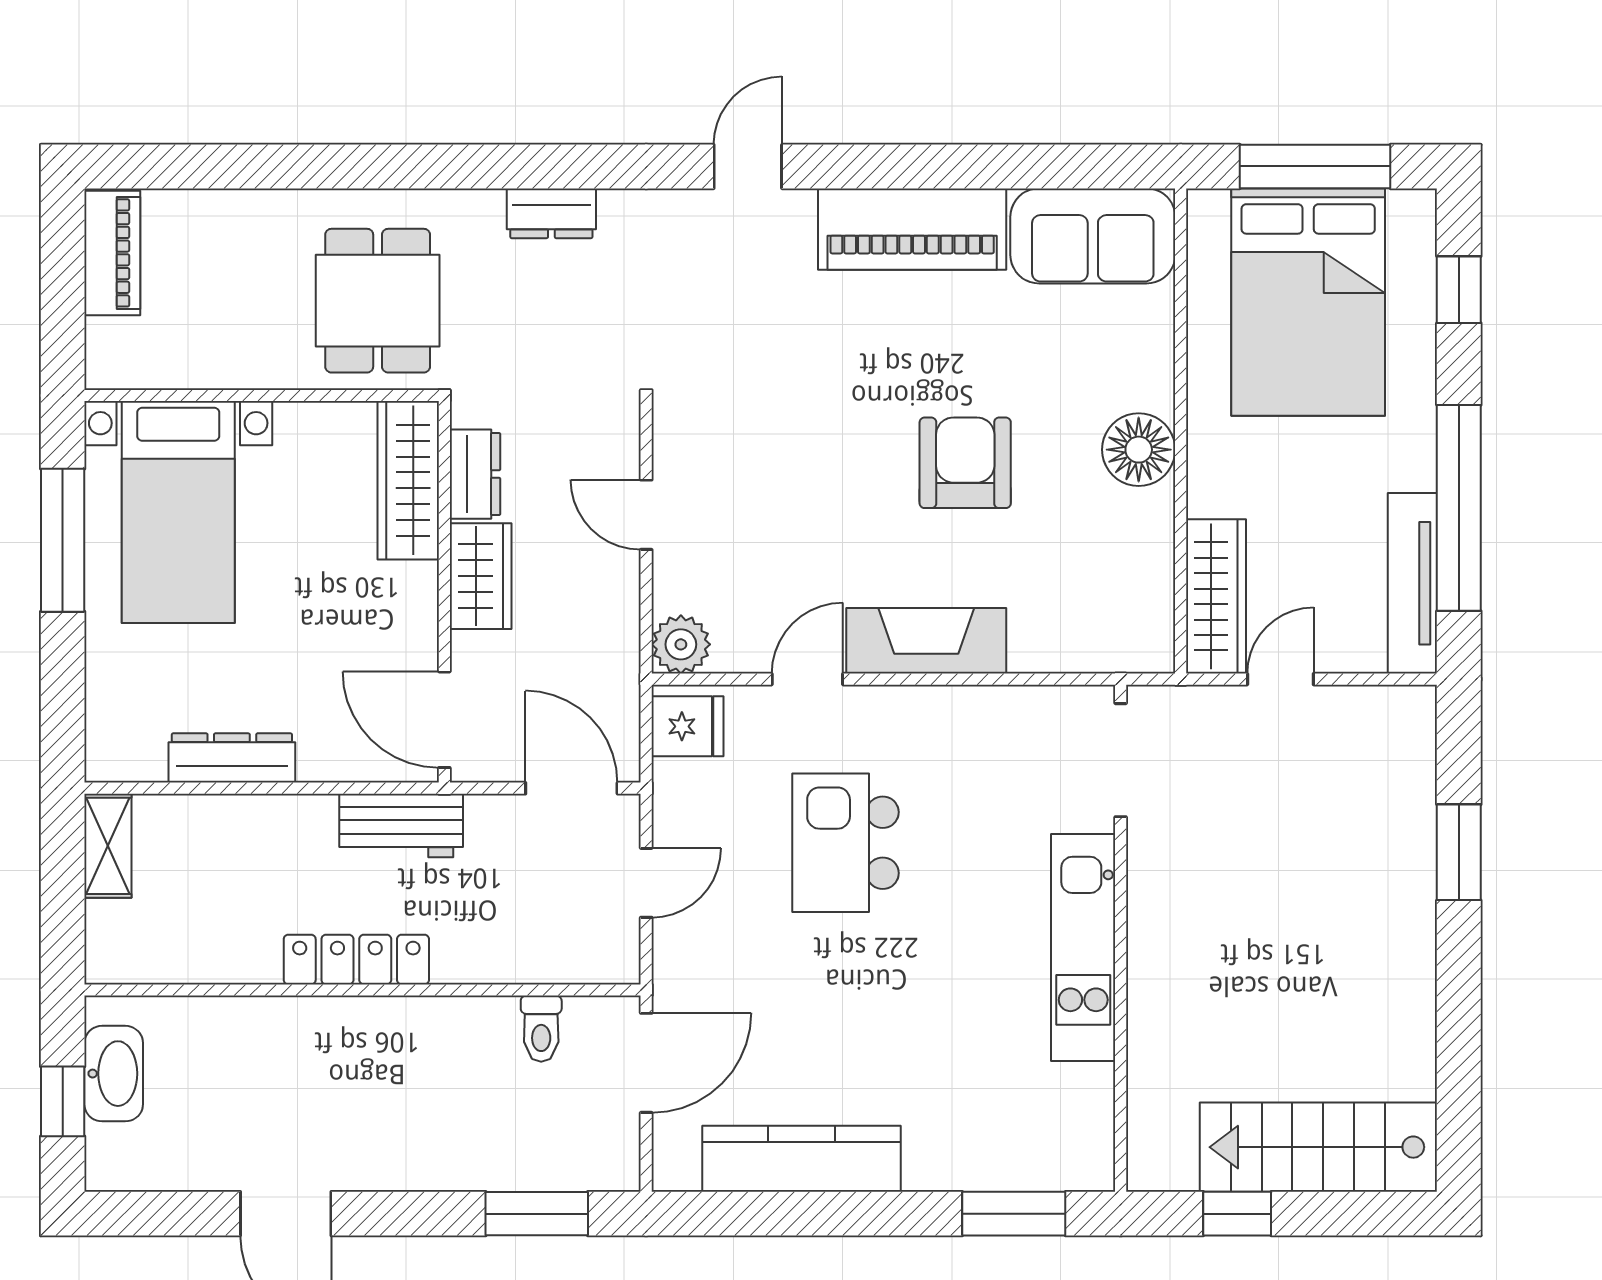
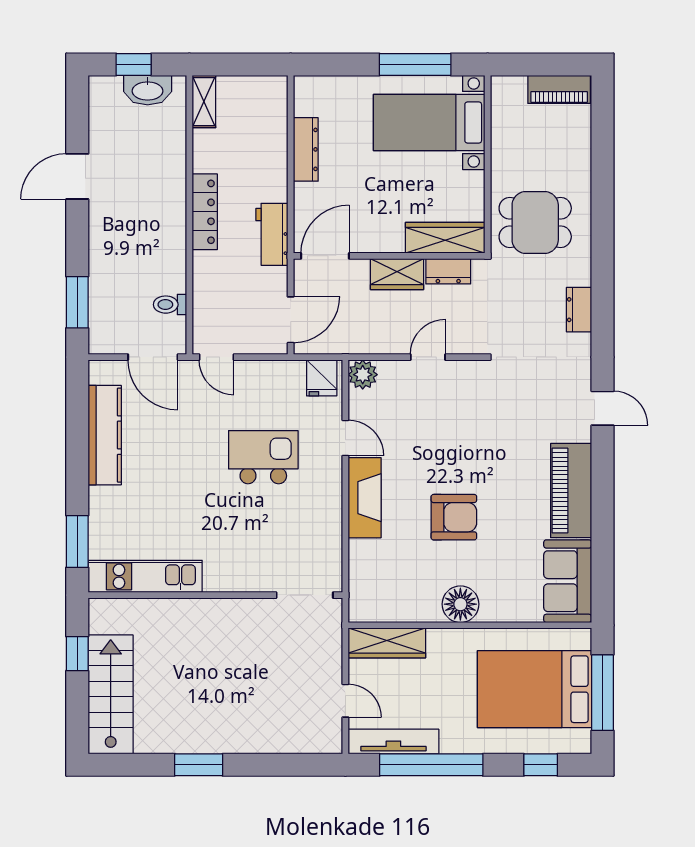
door: (1280, 679) -> (345, 701), moved
shelving: (108, 846) -> (204, 102), moved, turned 90
window: (1459, 852) -> (199, 765), moved
door: (646, 883) -> (216, 357), moved
kitchen unit: (1083, 948) -> (145, 576), moved

